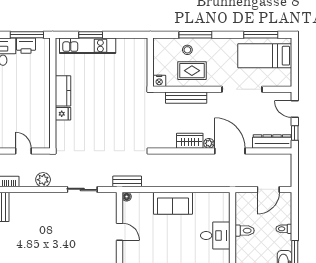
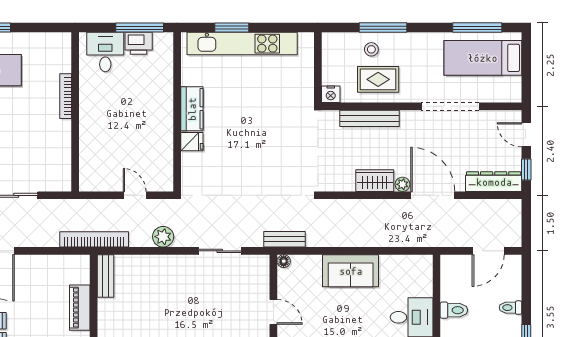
kitchen unit: (88, 46) -> (242, 44), width x1.36

